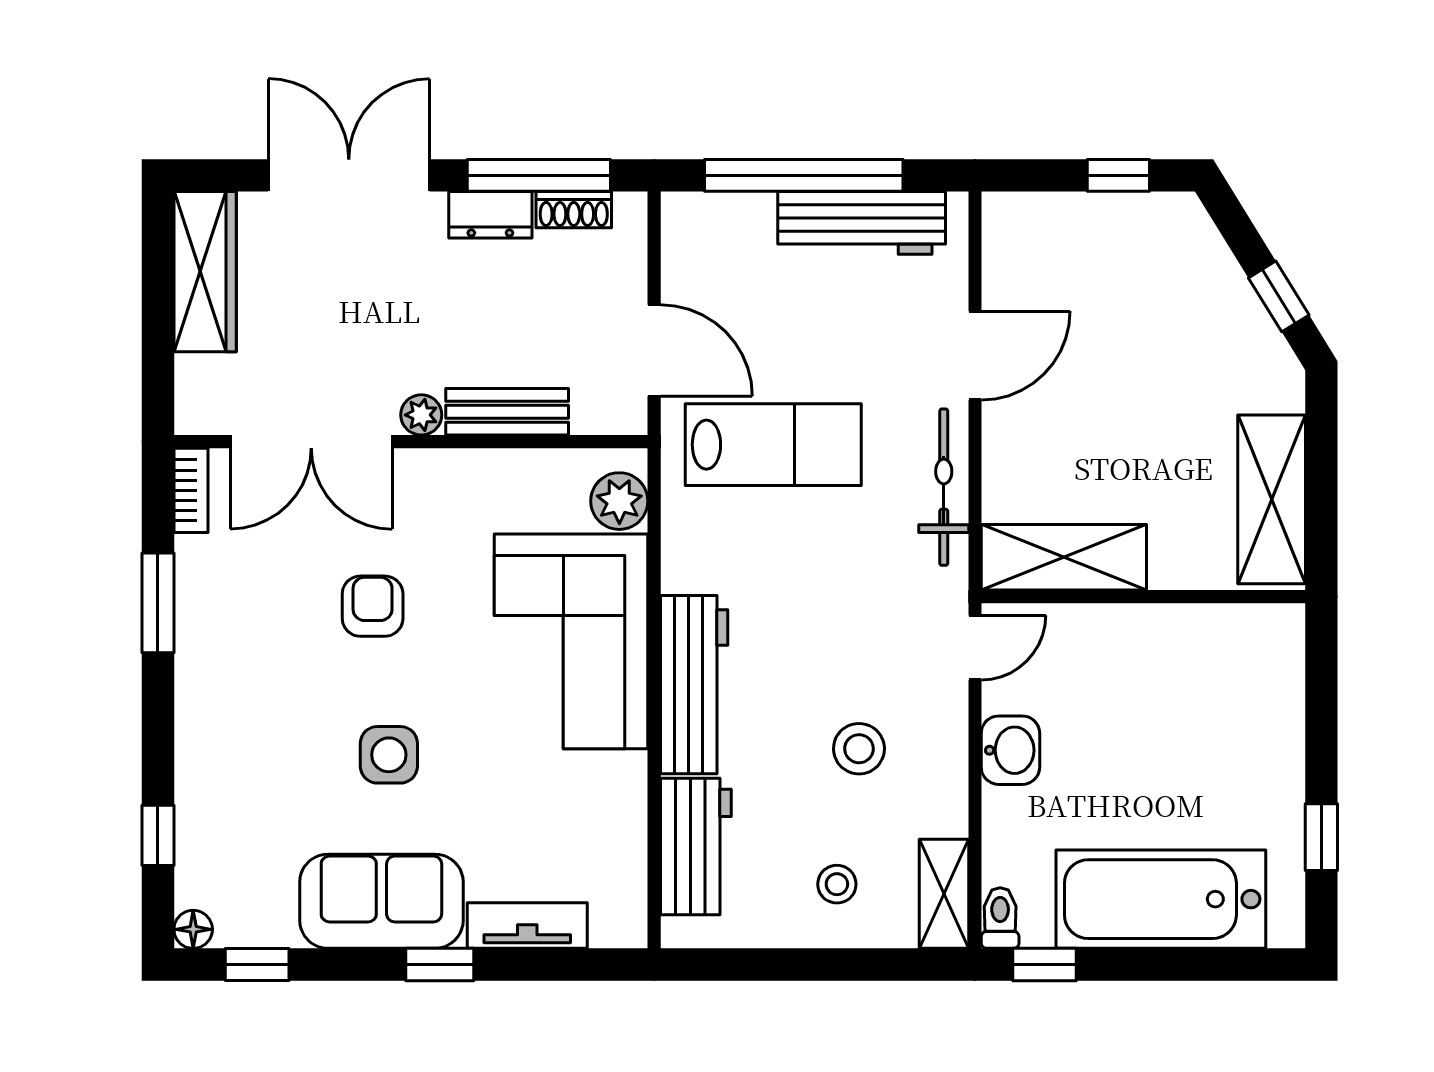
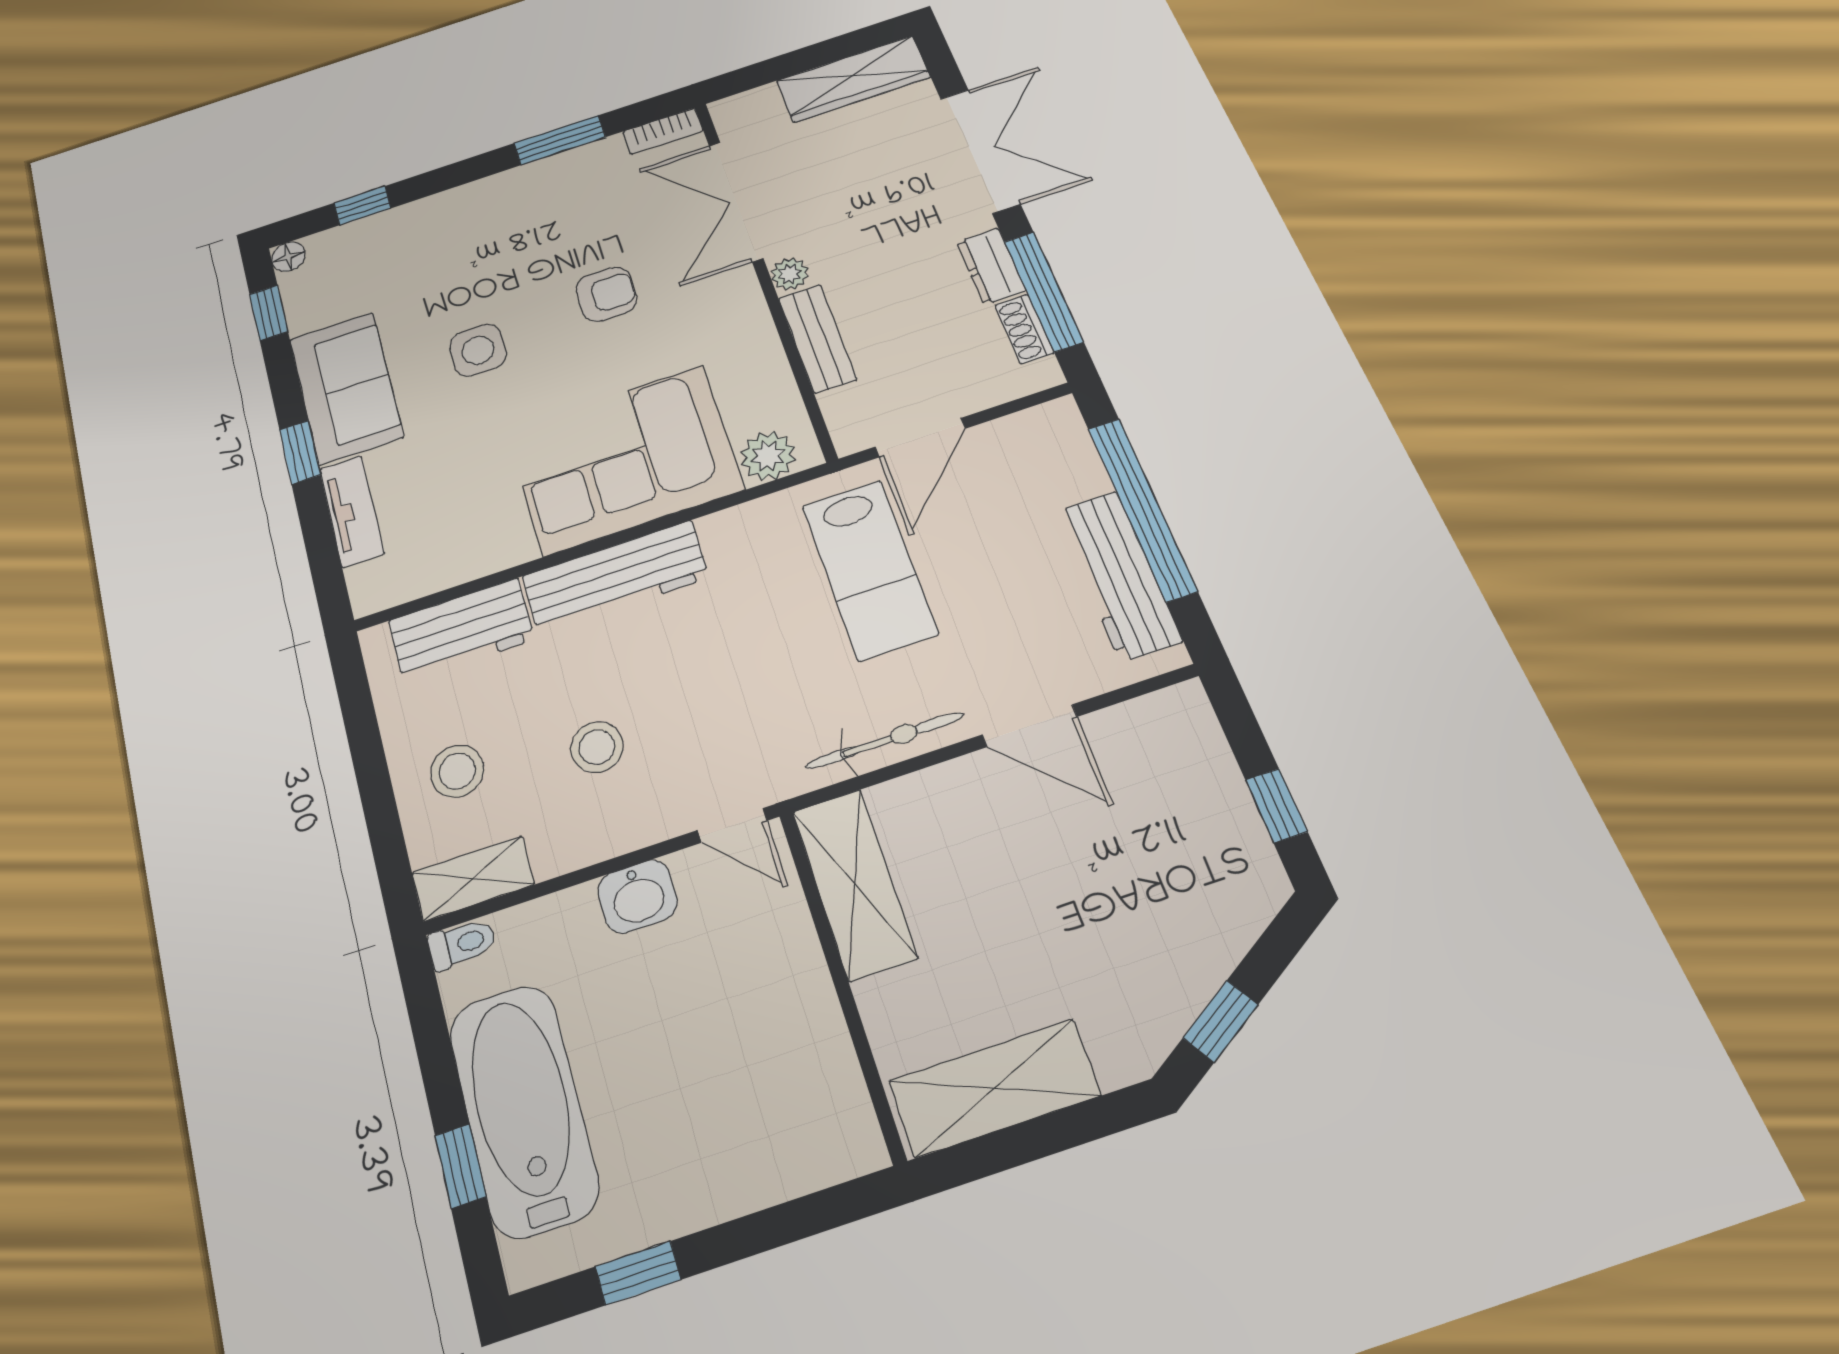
stool: (837, 884) -> (457, 771), width x1.37, depth x1.37
window: (1045, 965) -> (460, 1166), moved

